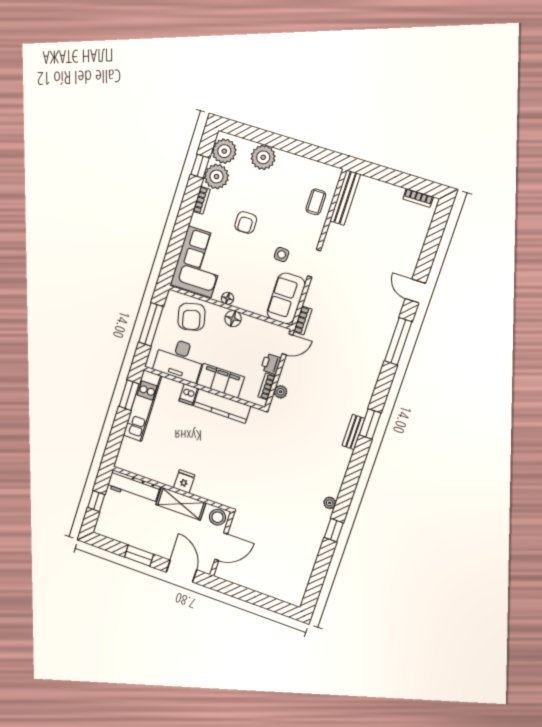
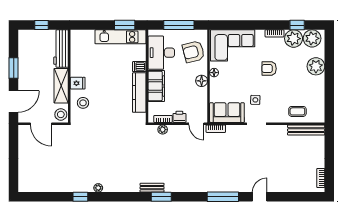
stool: (212, 483) -> (83, 103), added

